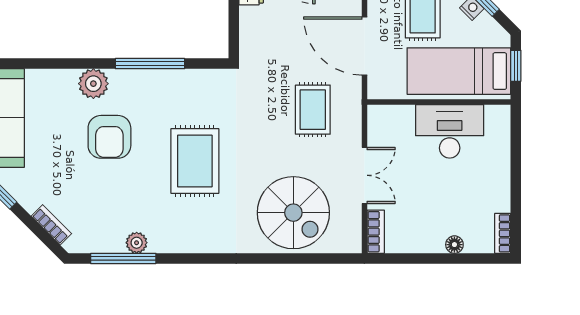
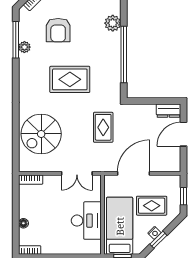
window: (150, 64) -> (124, 55), width x1.46
rug: (313, 110) -> (103, 127), moved, turned 90
armchair: (109, 137) -> (58, 30), moved, turned -90
double door: (364, 175) -> (77, 173), moved

